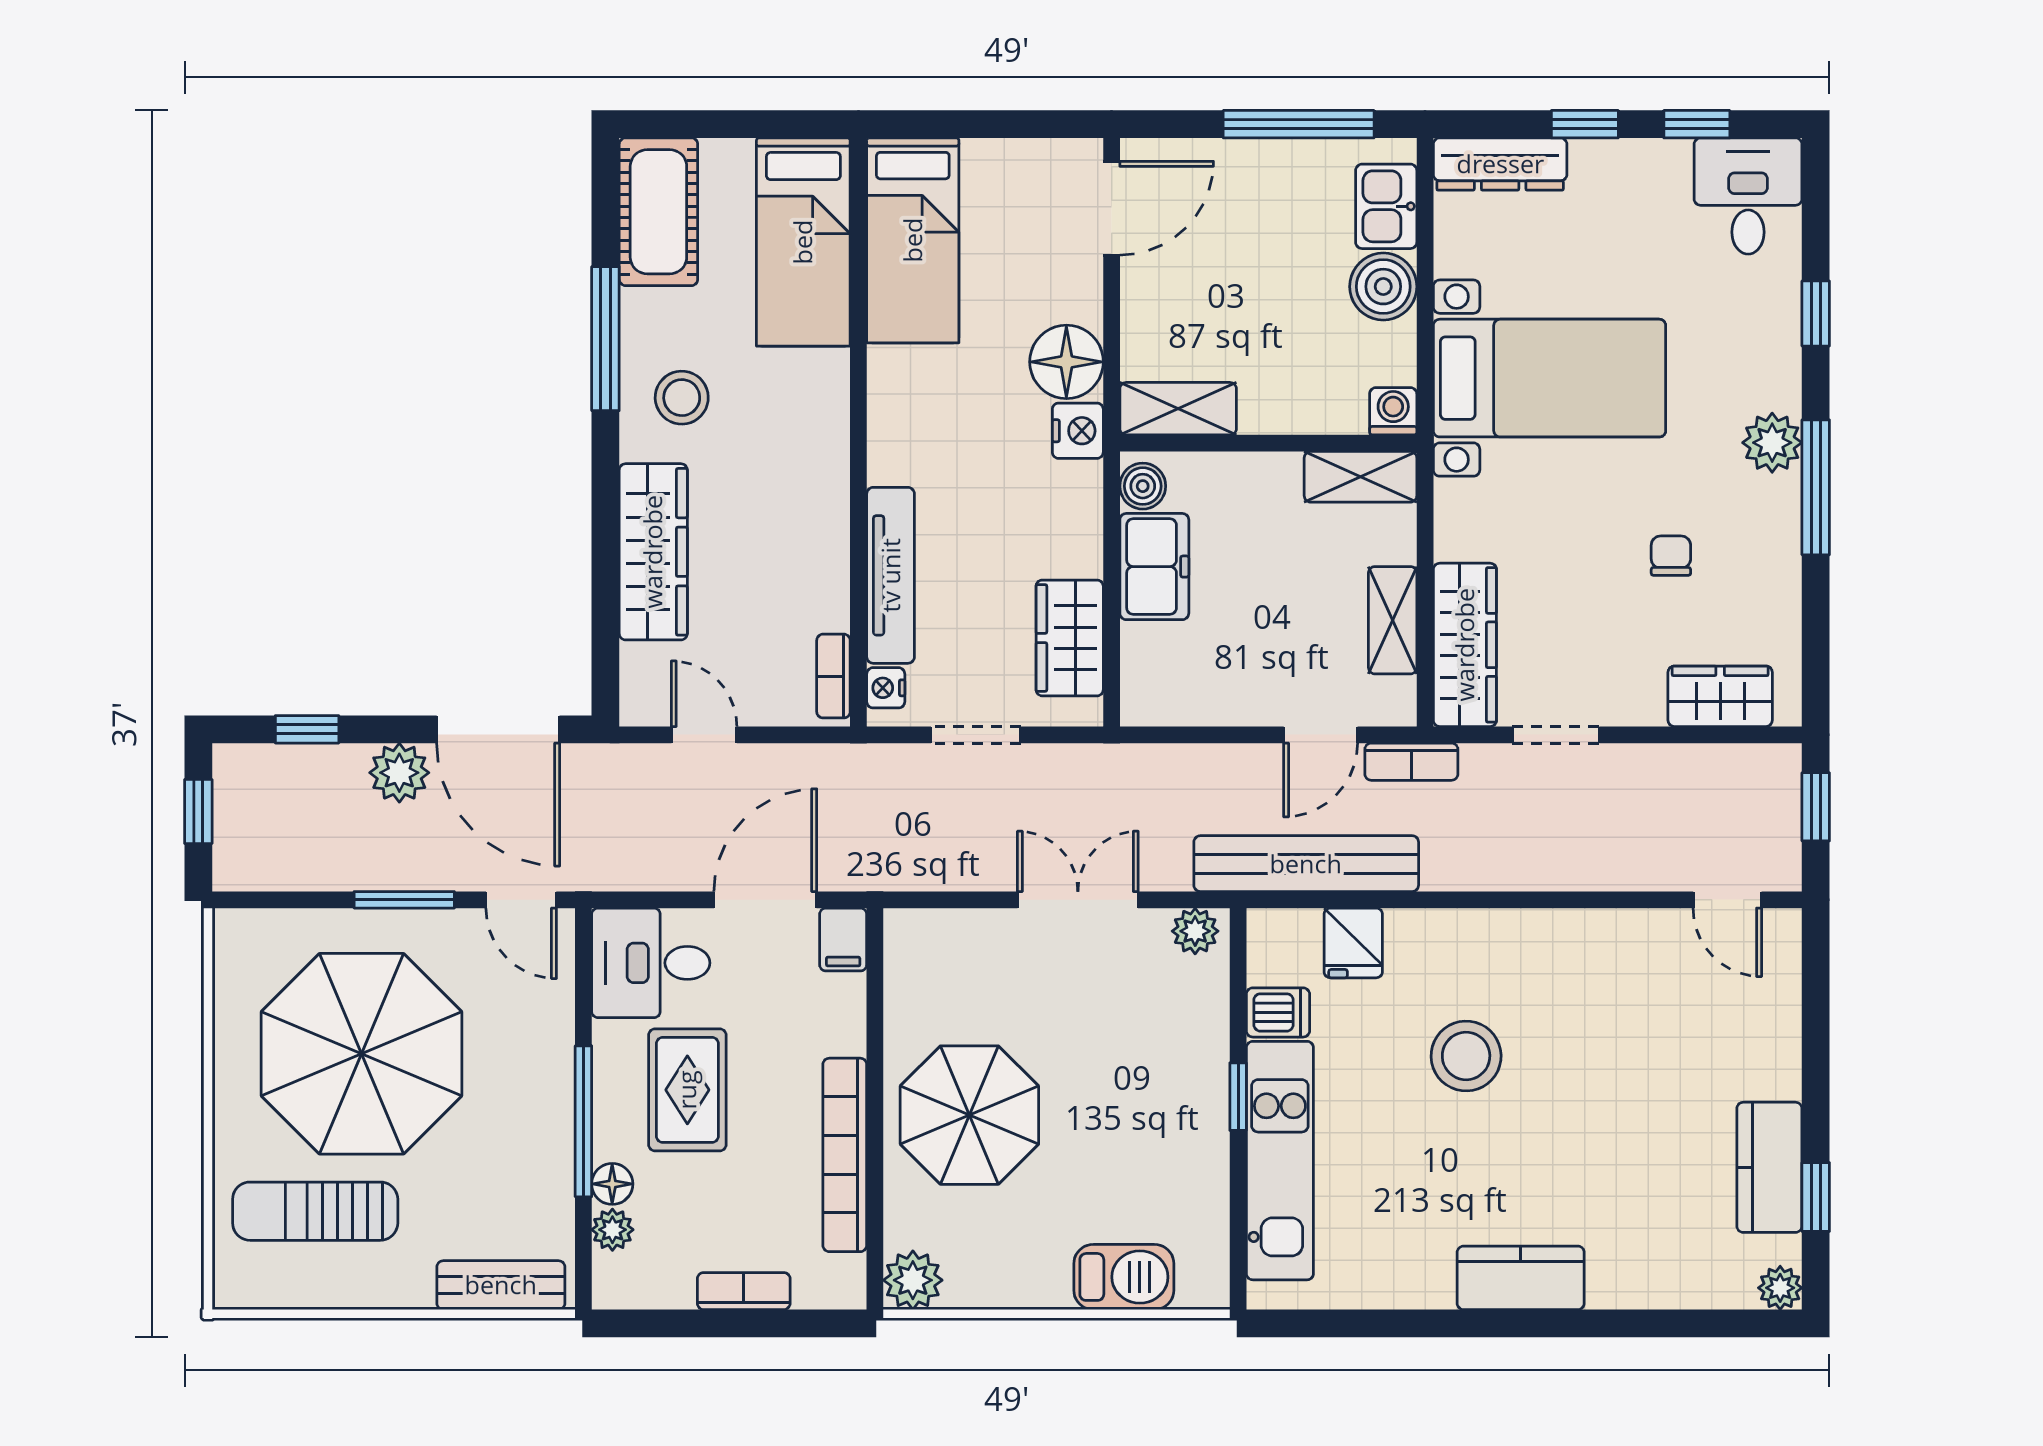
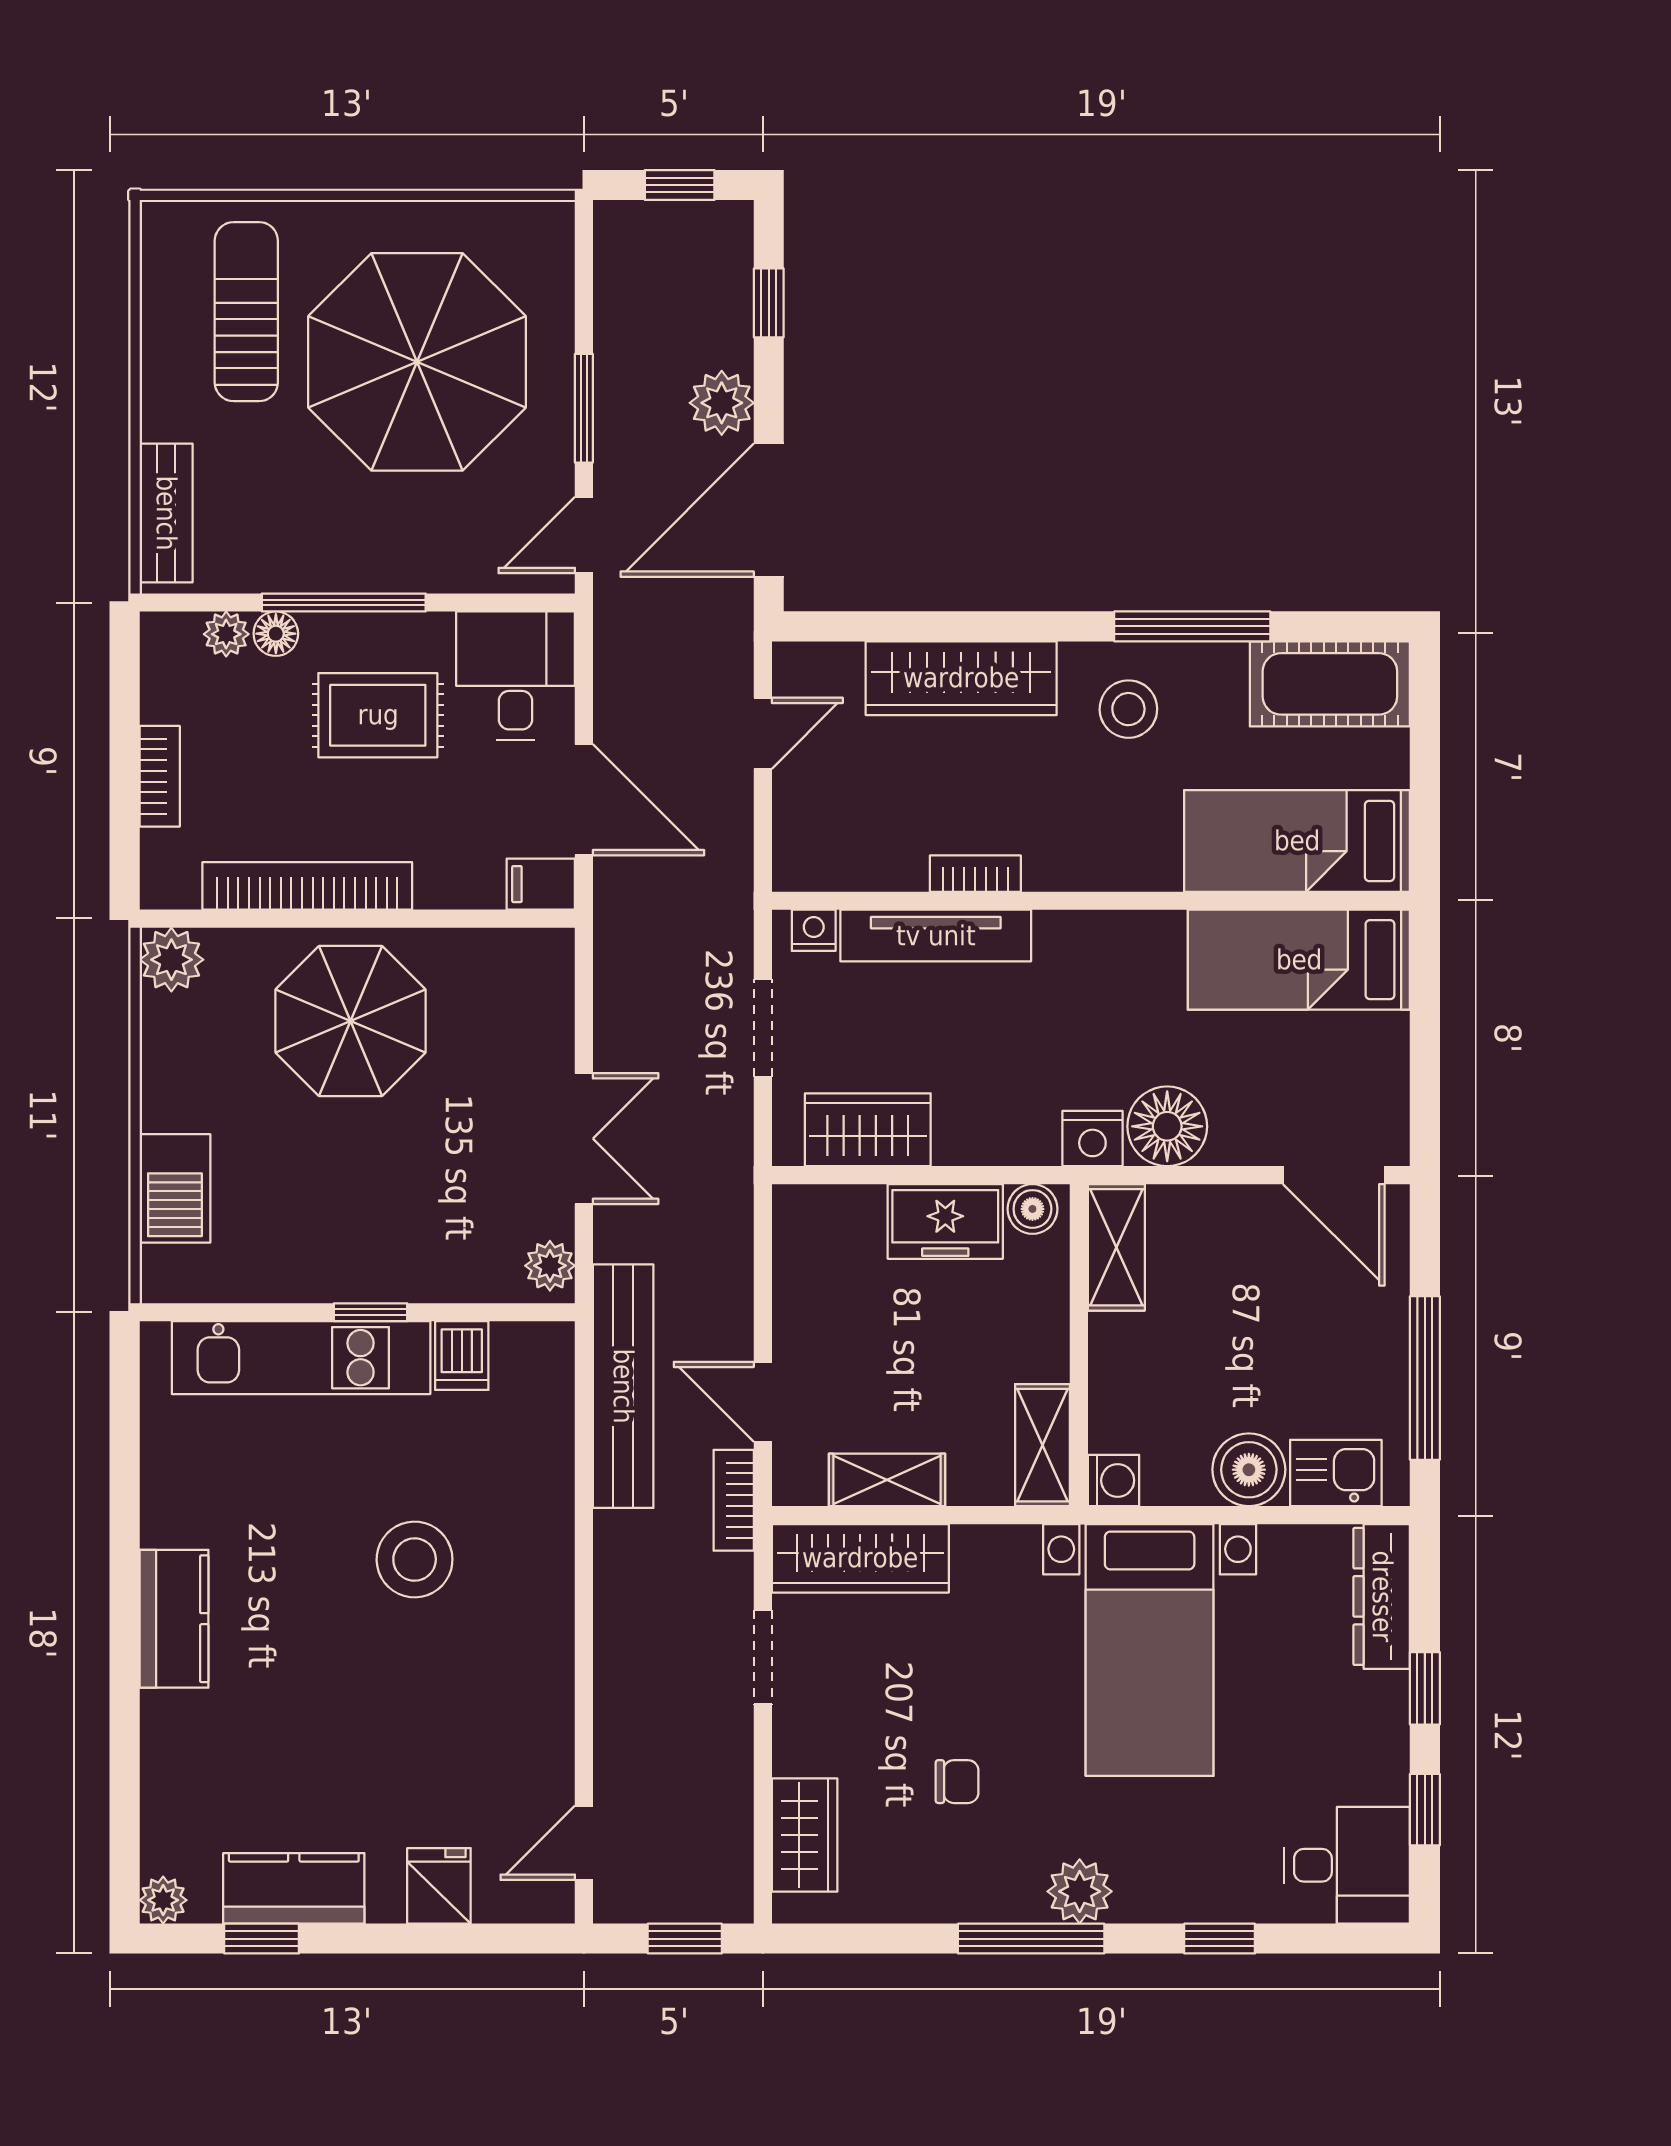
bookcase: (833, 676) -> (975, 874), moved
fridge: (1353, 943) -> (439, 1886), moved, turned 90

